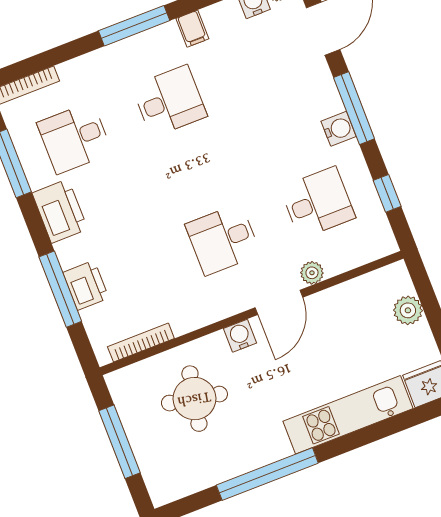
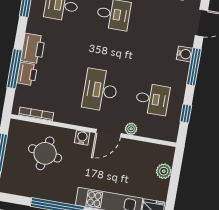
water cooler: (339, 129) -> (185, 54), moved
printer: (60, 211) -> (33, 49), moved
desk: (223, 239) -> (100, 90), width x1.37

